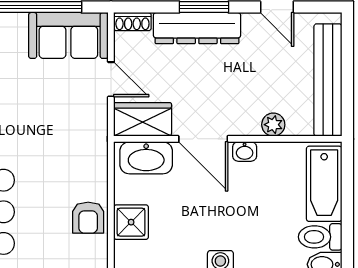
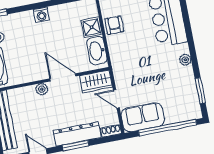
plant: (273, 125) -> (42, 89), moved
washbasin: (245, 151) -> (40, 75), removed
washbasin: (146, 158) -> (97, 51), moved, turned -90

